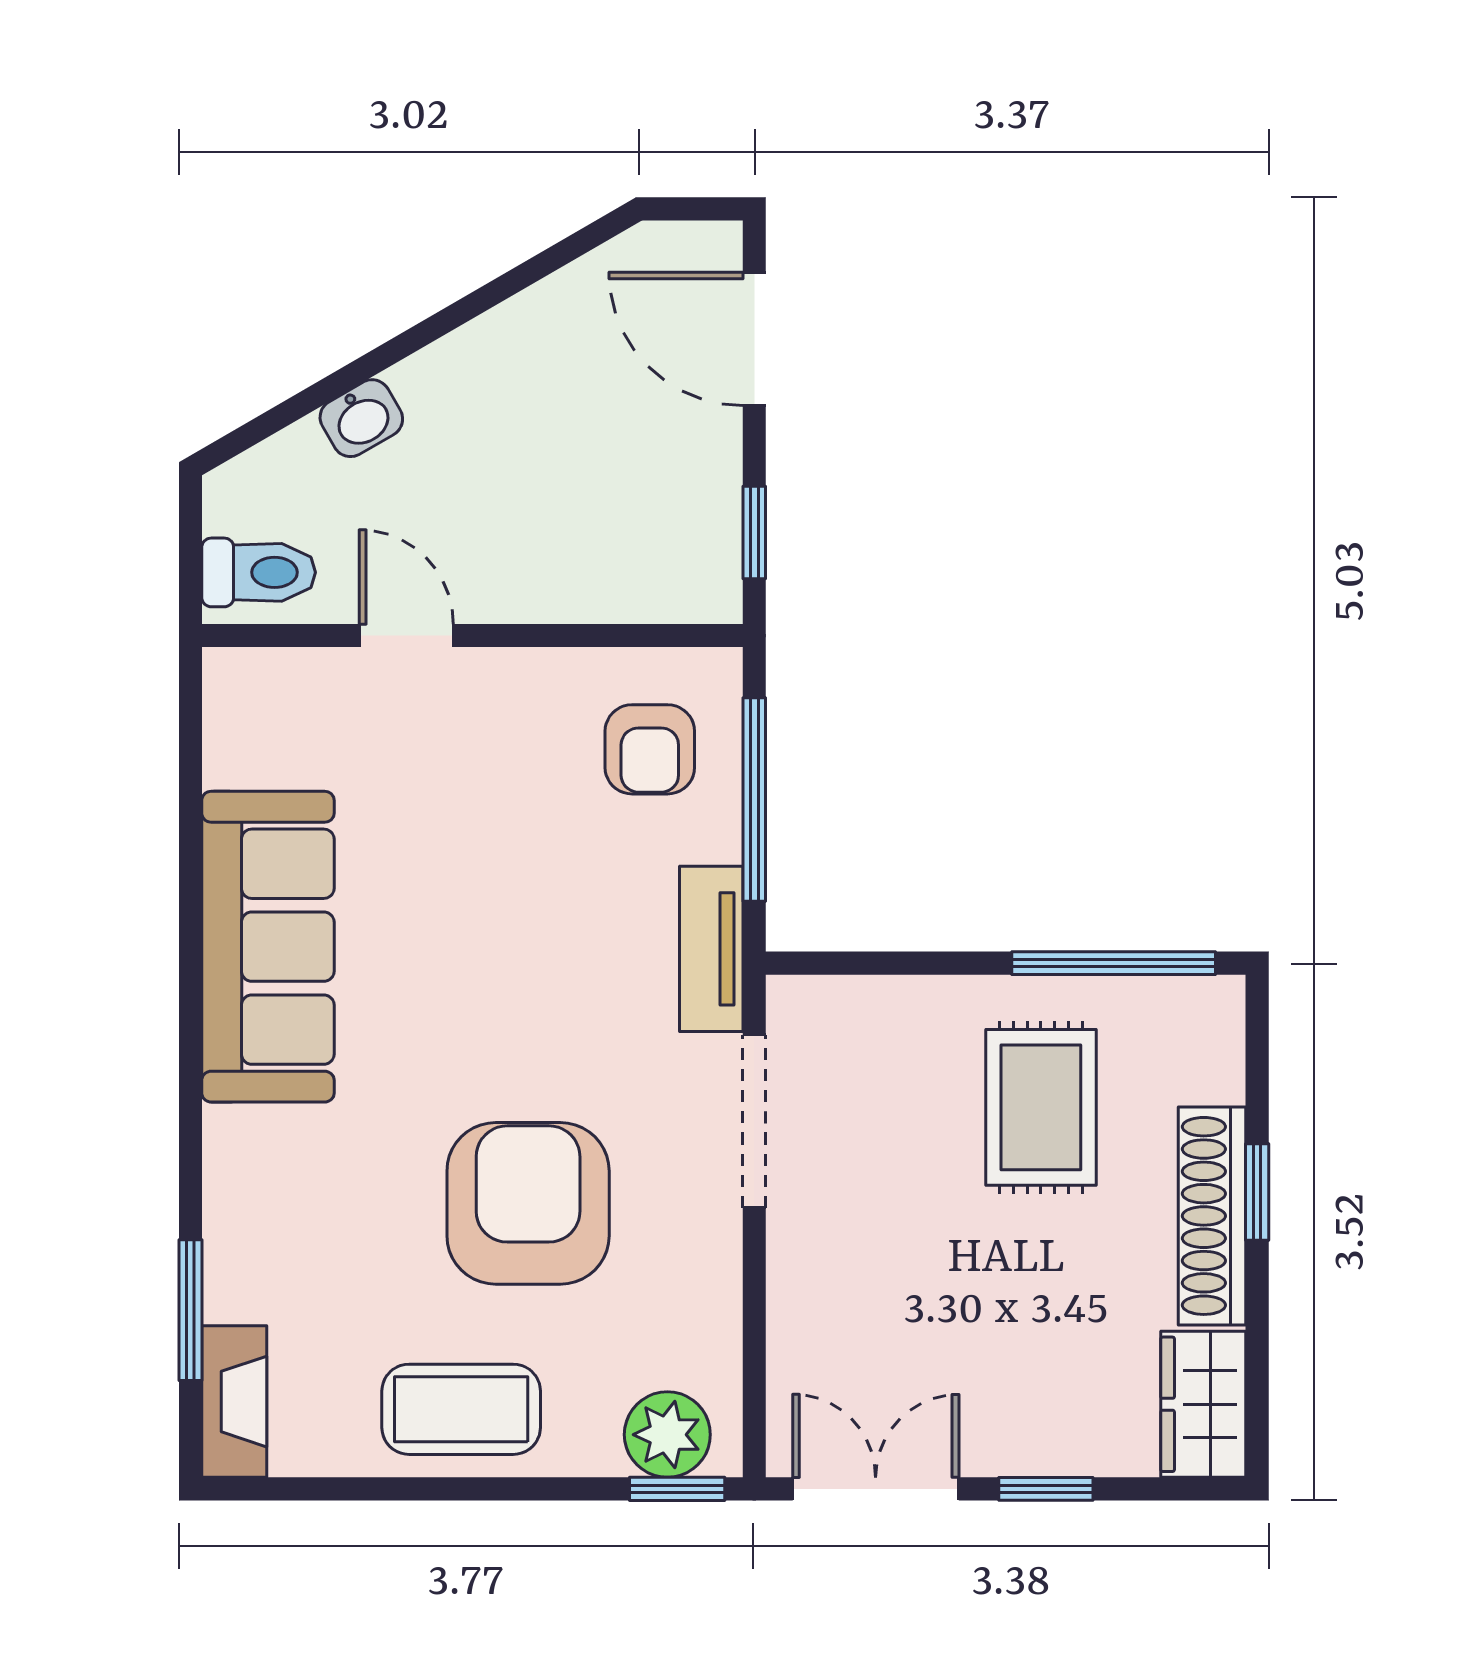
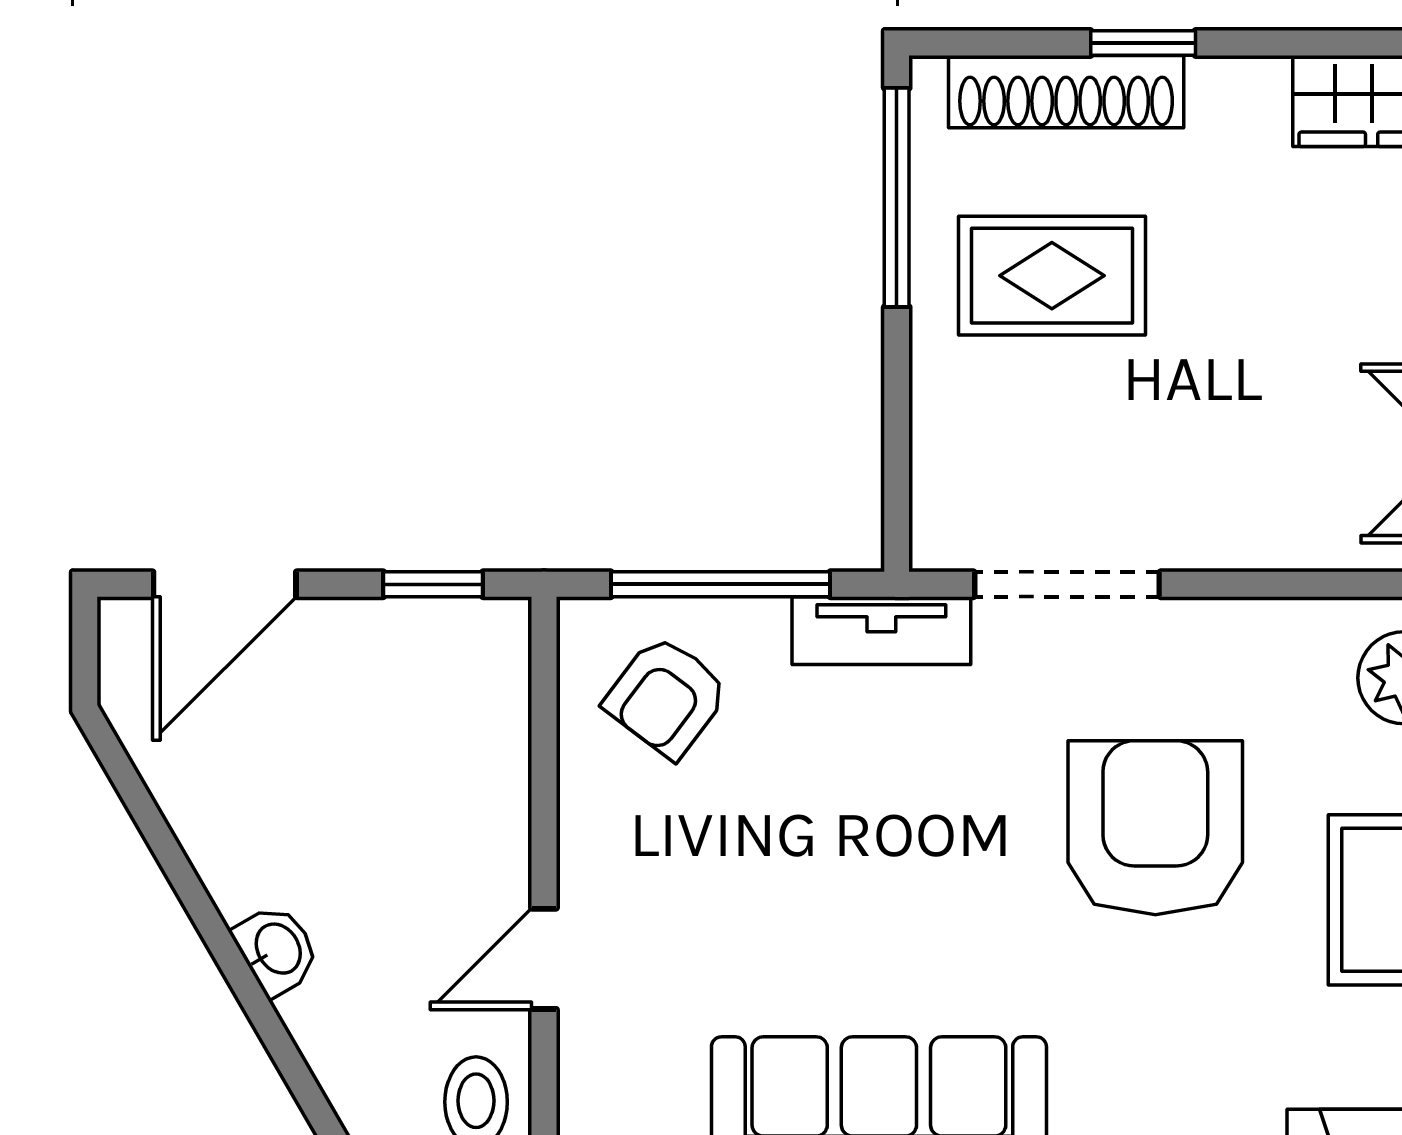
washbasin: (361, 418) -> (277, 950), moved
armchair: (650, 749) -> (667, 697), turned 127
armchair: (528, 1203) -> (1155, 828), turned 90
shoe rack: (1212, 1216) -> (1066, 92), moved

